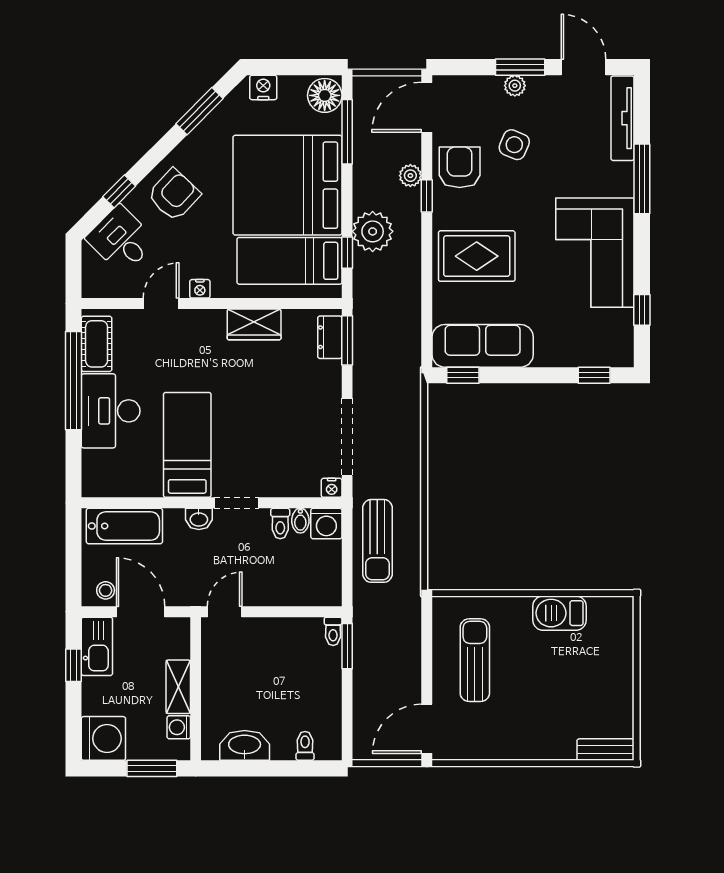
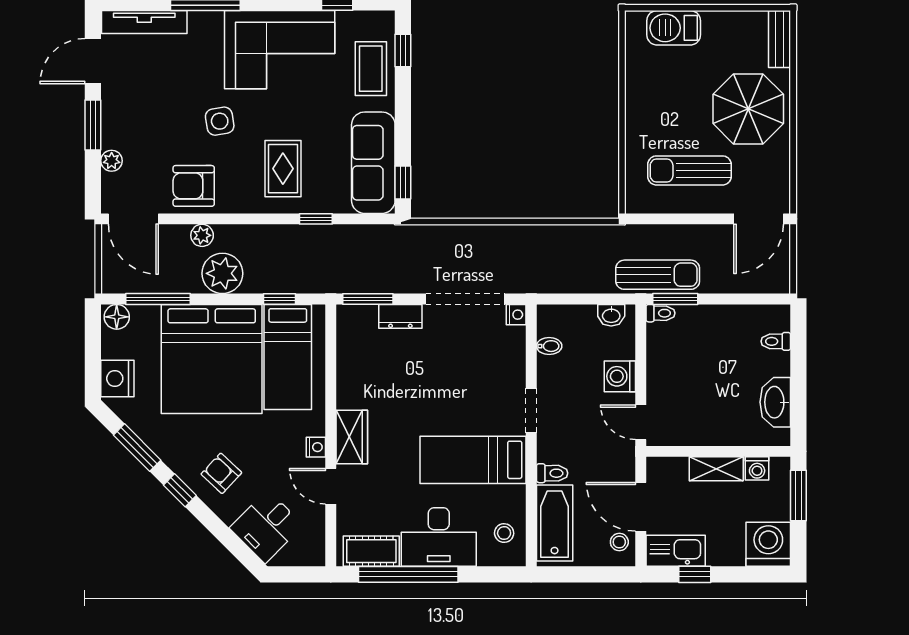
plant: (515, 86) -> (112, 161), moved
nightstand: (263, 87) -> (117, 379), width x1.36, depth x1.33
floor lamp: (325, 95) -> (117, 317), width x0.73, depth x0.73
side table: (514, 145) -> (220, 121), moved, turned -32
window: (119, 191) -> (180, 490), moved
armchair: (174, 195) -> (221, 473), width x0.72, depth x0.72
window: (427, 196) -> (316, 219), moved
plant: (373, 231) -> (222, 273), moved
rug: (477, 256) -> (283, 169), width x0.73, depth x0.70
wardrobe: (254, 324) -> (352, 437), moved
dresser: (330, 337) -> (400, 316), moved
coffee table: (576, 343) -> (371, 69), added
stool: (115, 476) -> (504, 533), added
washbasin: (199, 519) -> (611, 315), moved, turned 90
washing machine: (326, 523) -> (620, 376), moved, turned 180
toilet: (280, 524) -> (552, 473), moved
sun lounger: (377, 541) -> (658, 275), moved
door: (141, 612) -> (641, 507), hinge flipped
barbecue: (559, 613) -> (674, 28), moved, turned 90
parasol: (536, 718) -> (748, 109), added
door: (427, 729) -> (759, 219), hinge flipped

